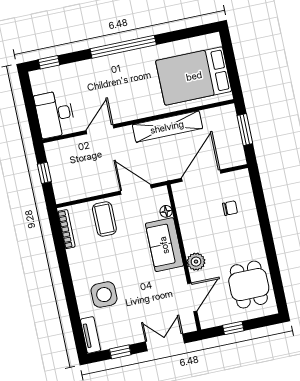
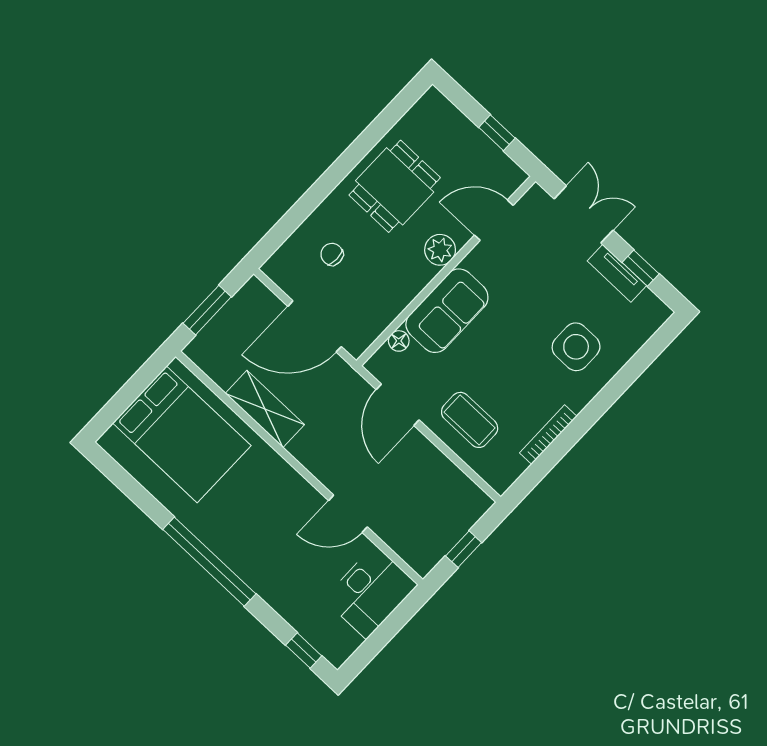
shelving: (167, 127) -> (265, 409), width x0.68
coffee table: (104, 219) -> (470, 420), turned 90
bookcase: (66, 229) -> (548, 435), moved
dining table: (249, 285) -> (395, 186), moved
tv unit: (90, 335) -> (617, 273), moved, turned -90
double door: (165, 342) -> (584, 214), swing flipped

